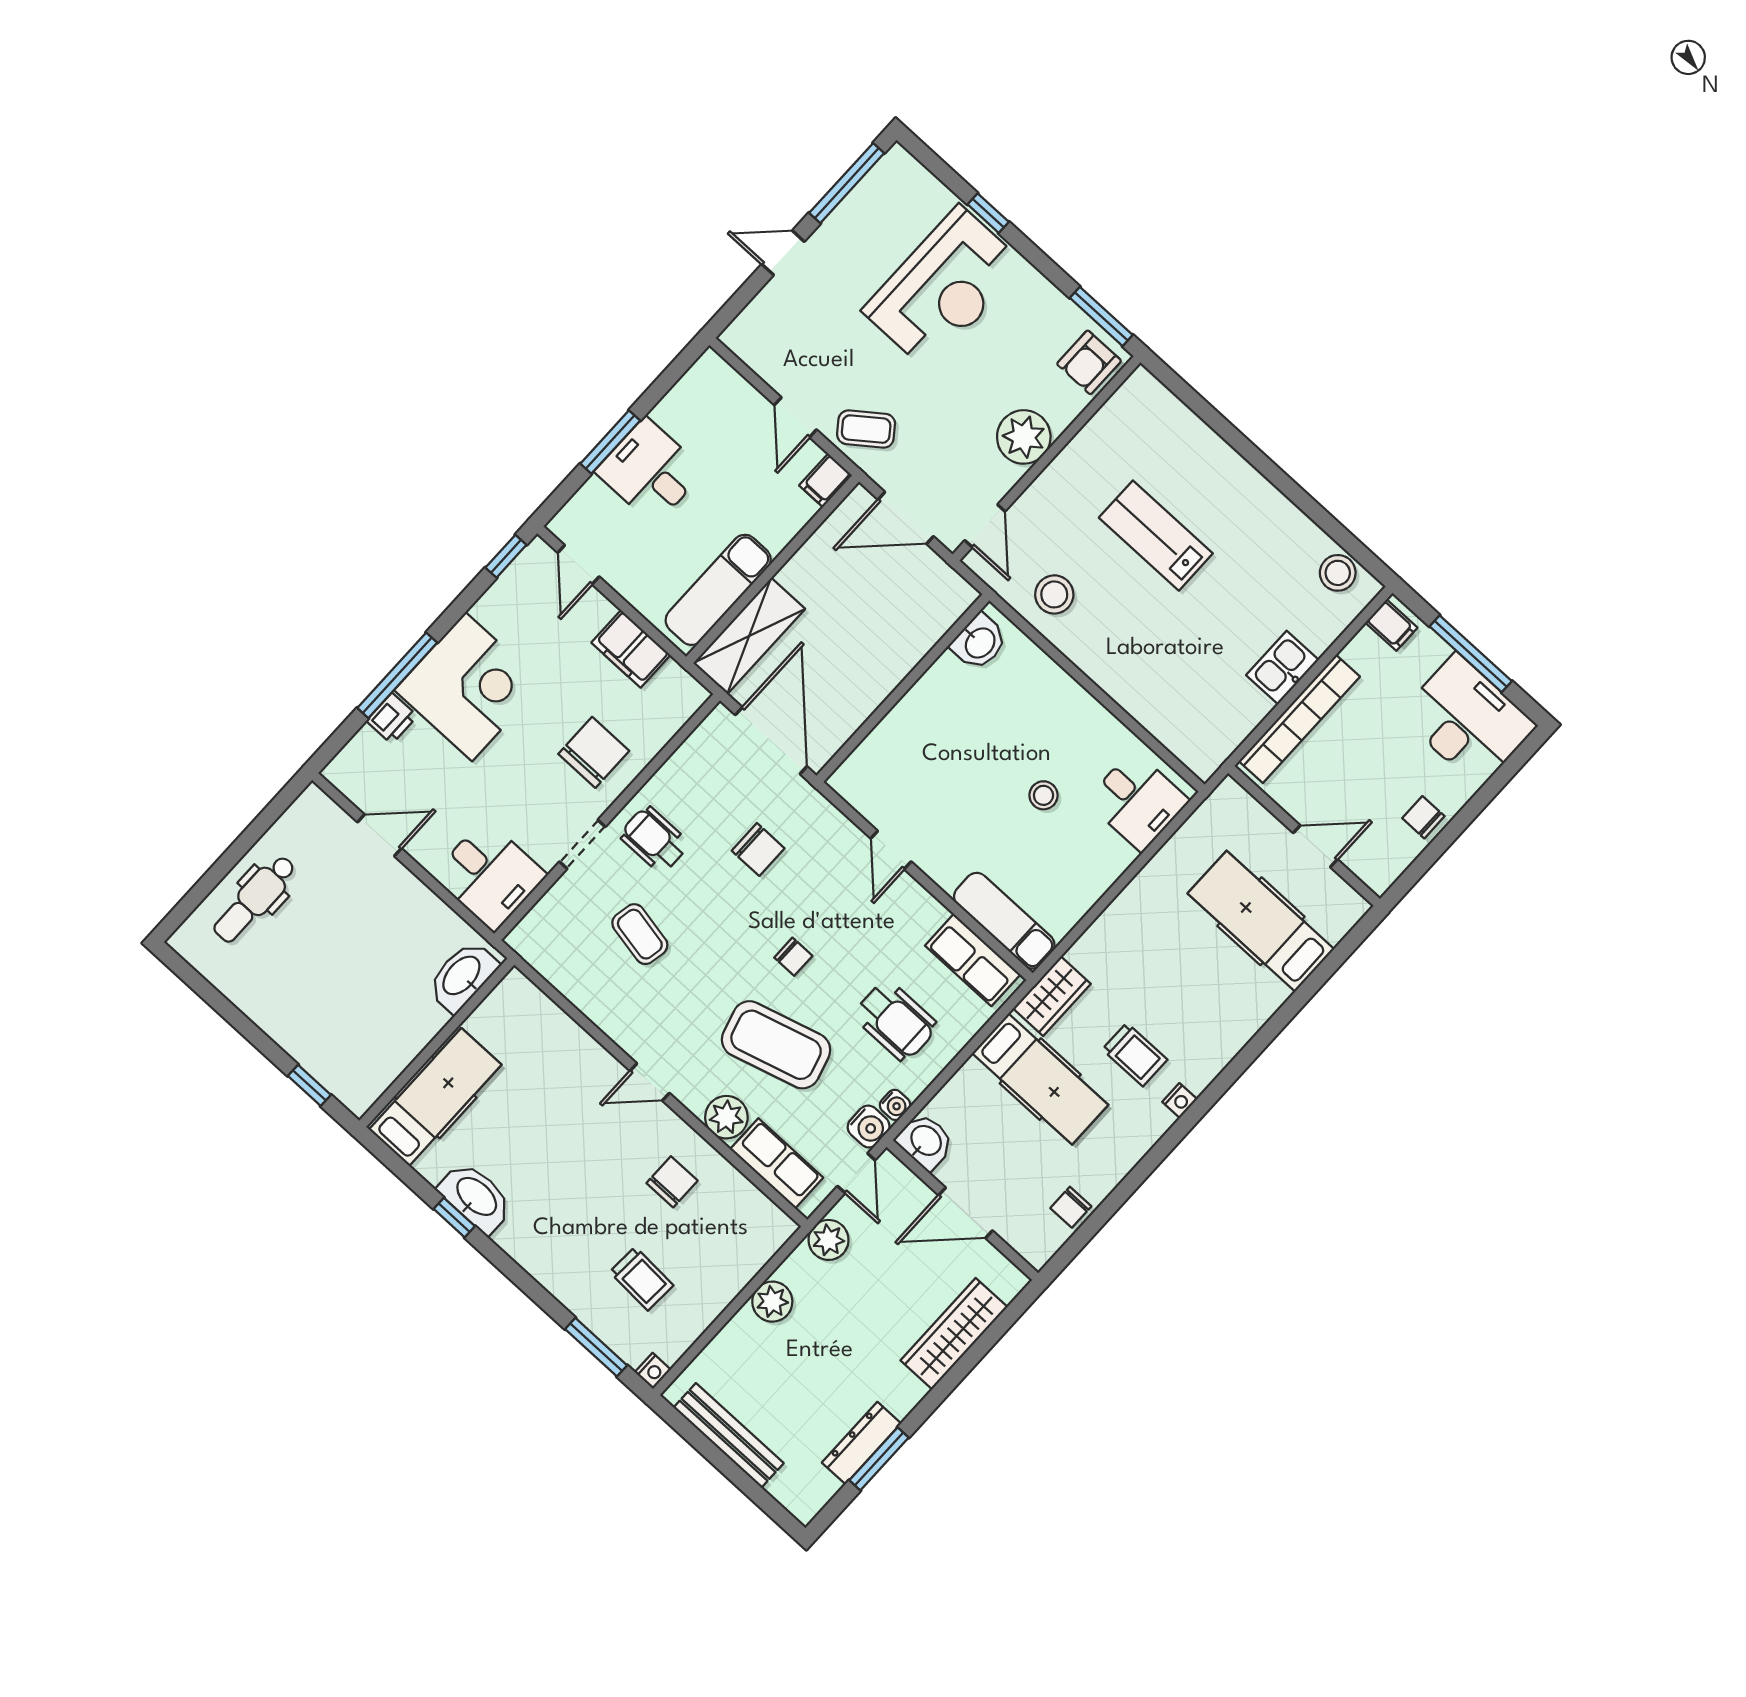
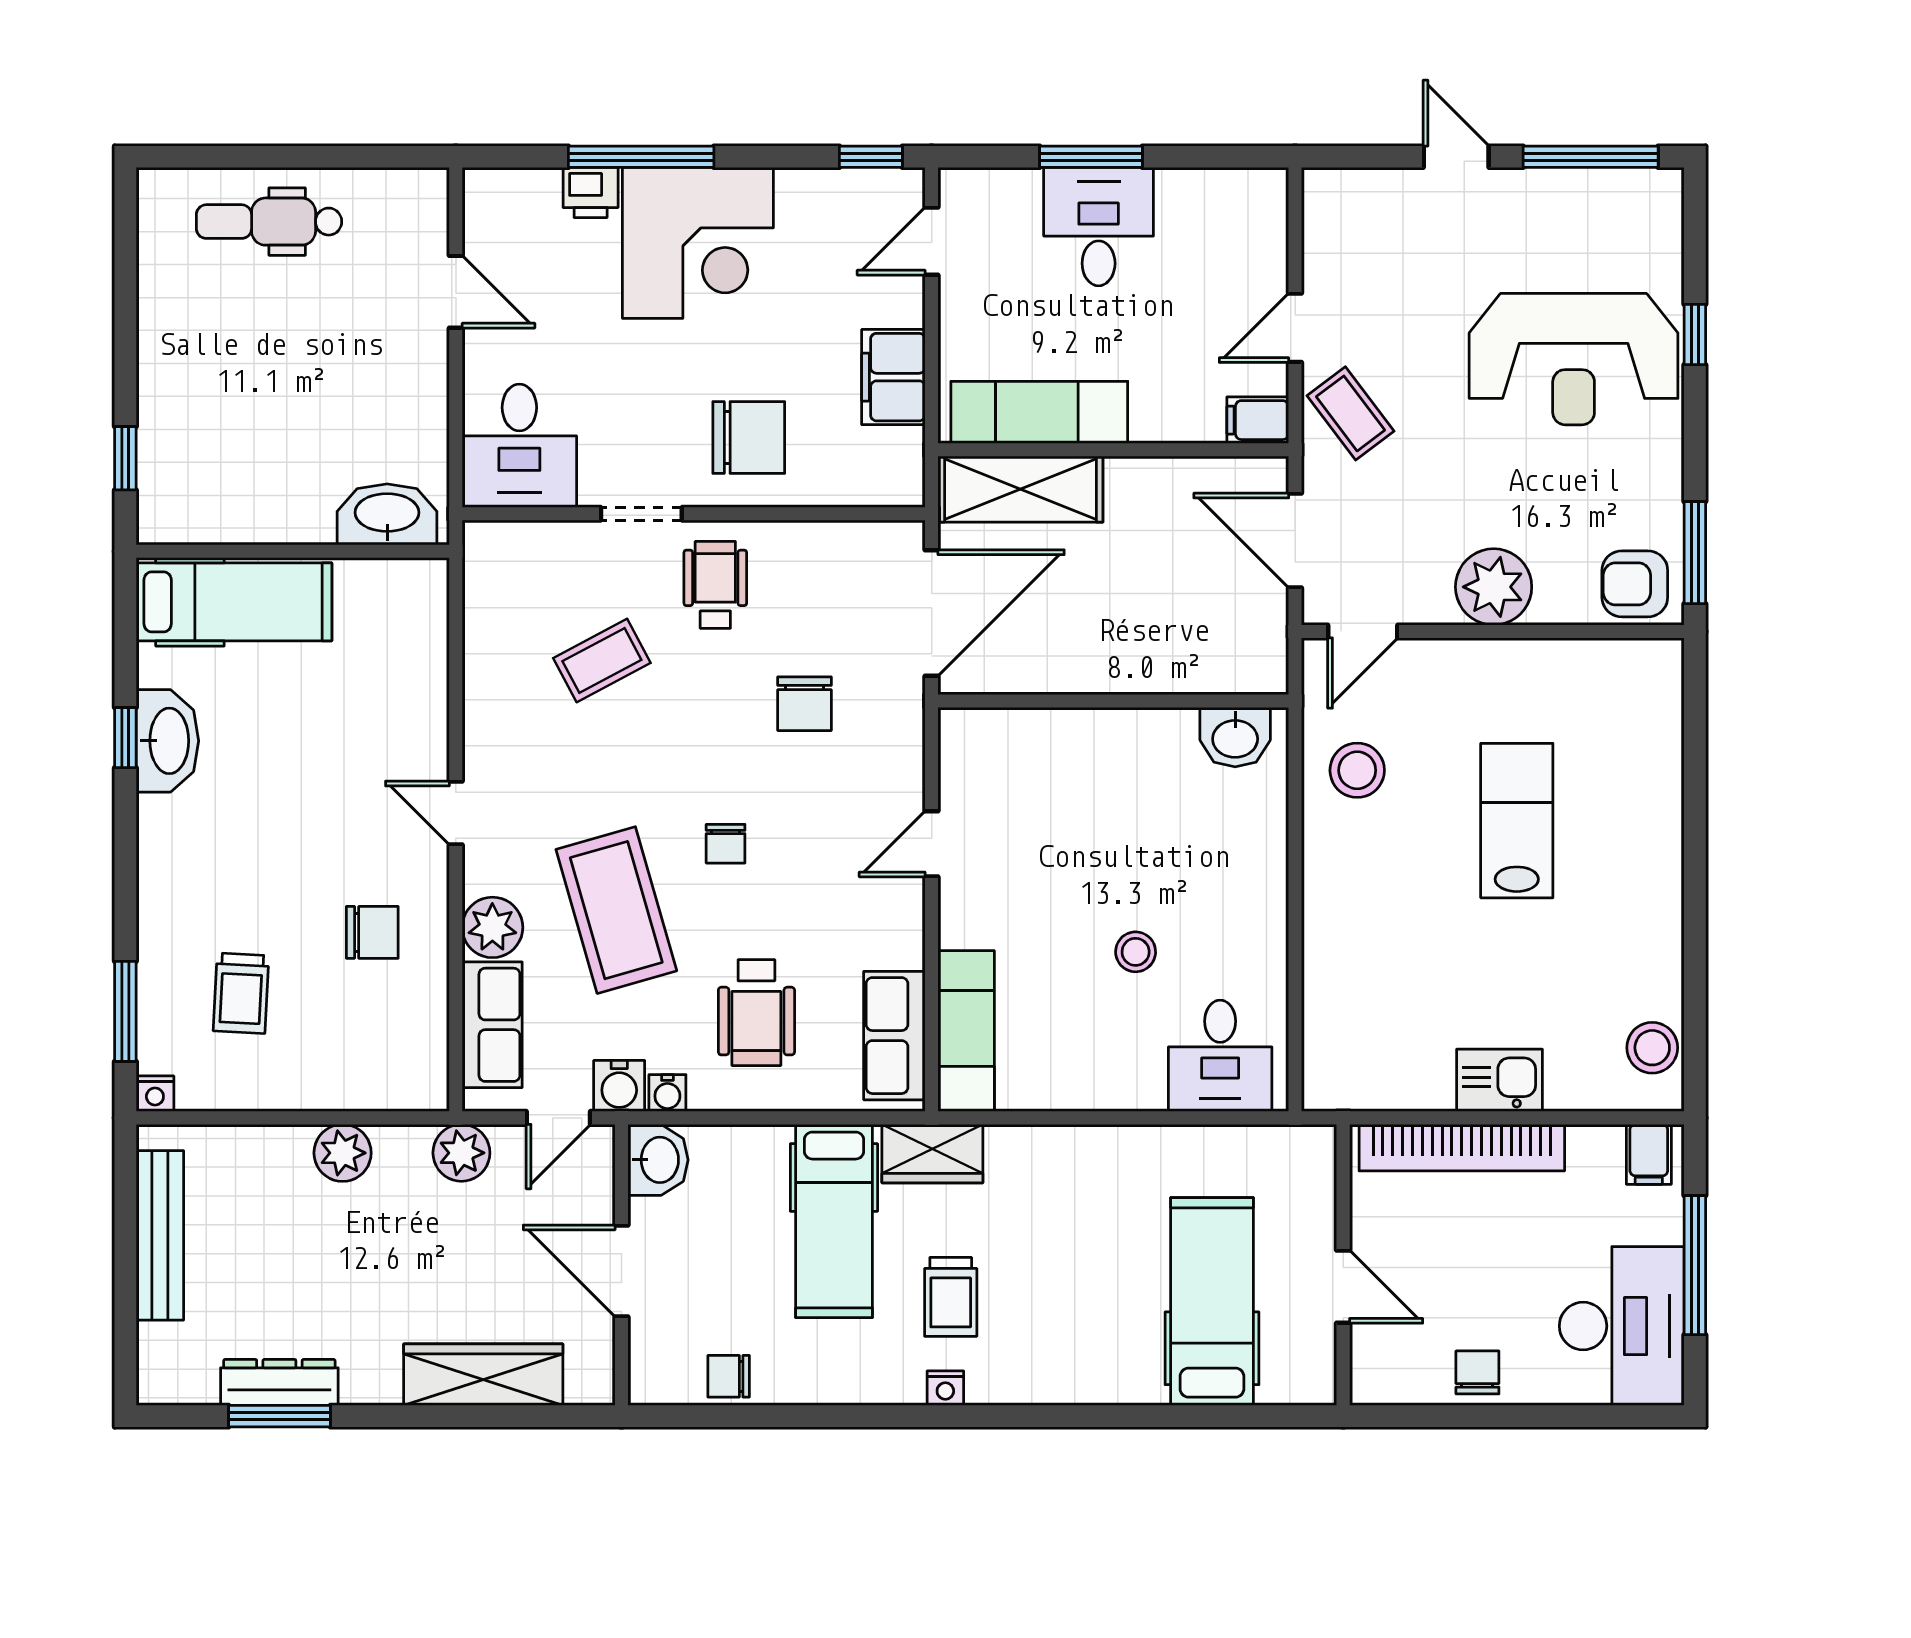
coffee table: (640, 934) -> (602, 661), turned 51

